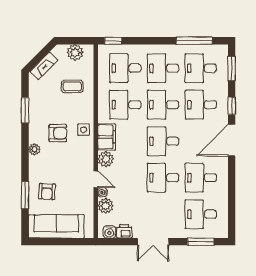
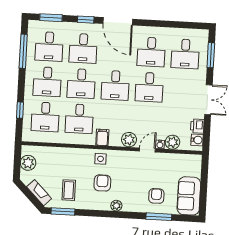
window: (113, 41) -> (20, 110), moved
coffee table: (72, 86) -> (69, 190), moved
window: (25, 110) -> (63, 212), moved
filing cabinet: (107, 137) -> (102, 137), width x0.50
armchair: (47, 192) -> (156, 196), turned -93
sofa: (56, 226) -> (189, 196), width x0.73

